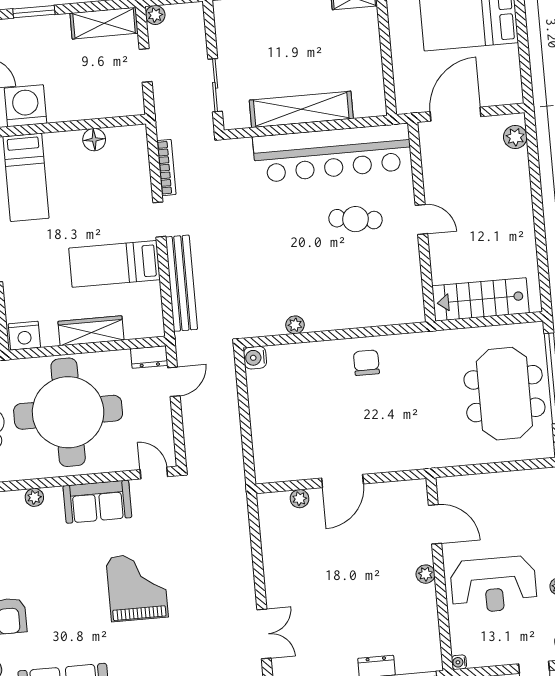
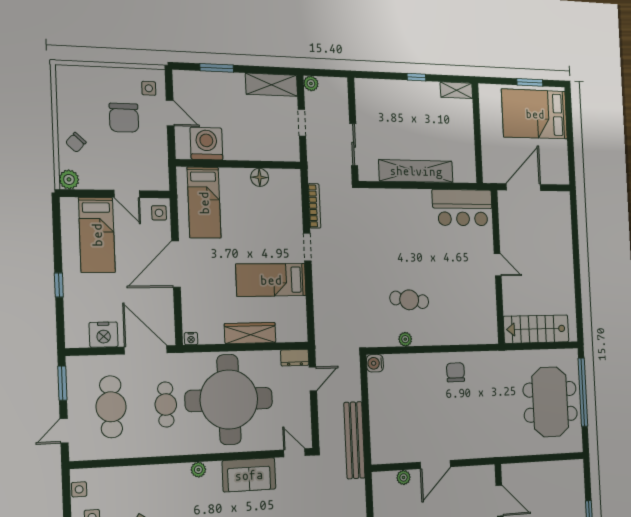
plant: (515, 137) -> (563, 209), removed
bar counter: (332, 153) -> (463, 208), width x0.54
cafe table: (356, 219) -> (409, 300), moved
bench: (181, 283) -> (354, 440), moved
nightstand: (24, 336) -> (191, 339), width x0.53, depth x0.56

